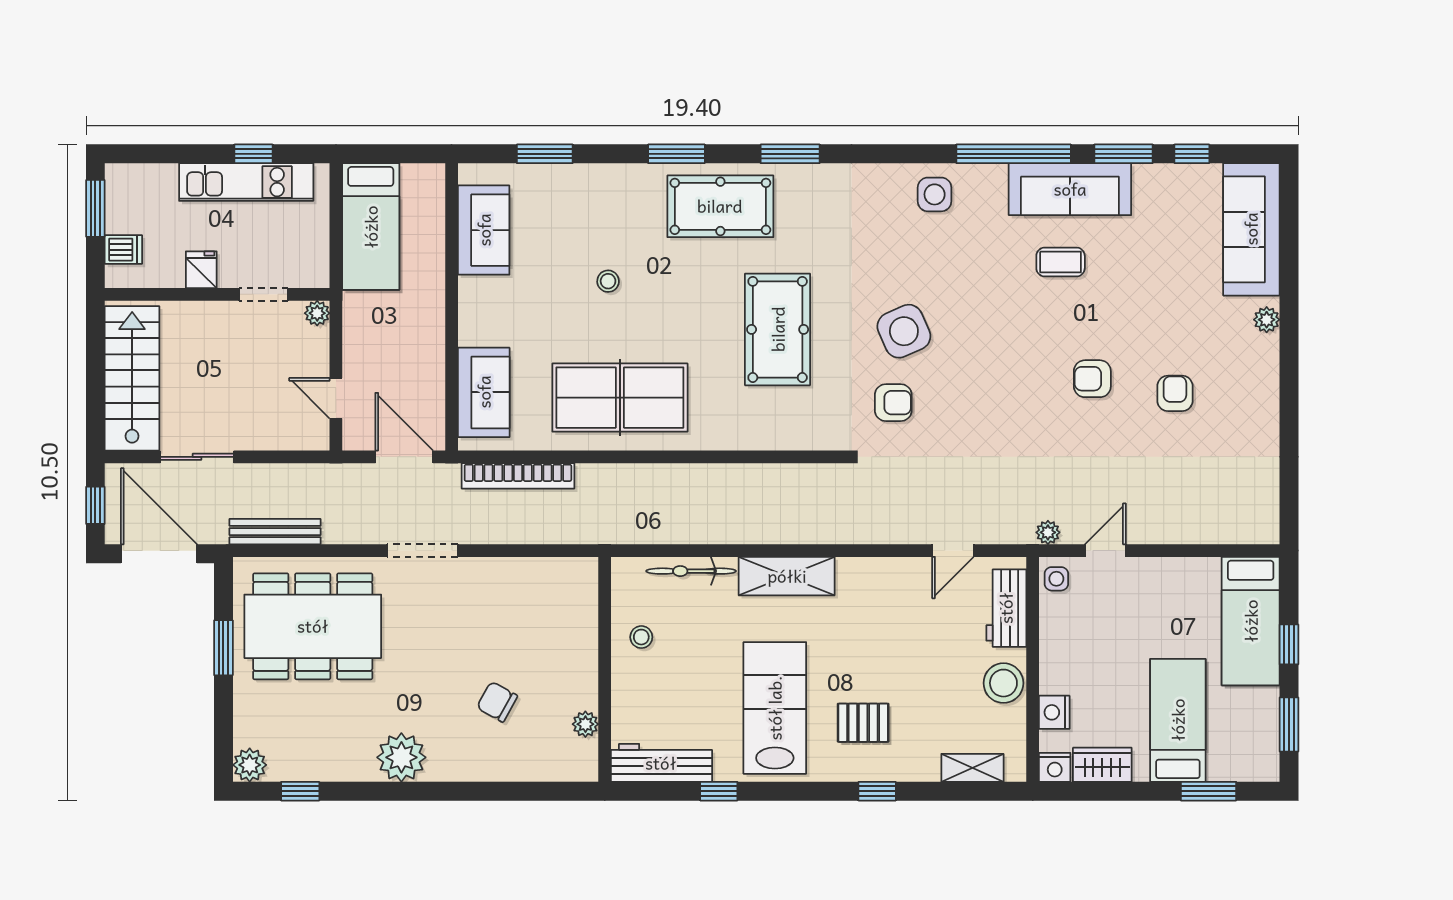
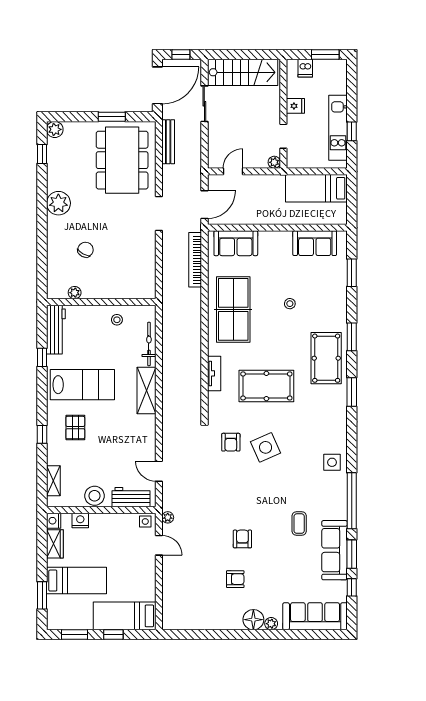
sofa: (1070, 189) -> (335, 550), moved
floor lamp: (1258, 356) -> (253, 620), added
tv unit: (752, 437) -> (214, 373), added

